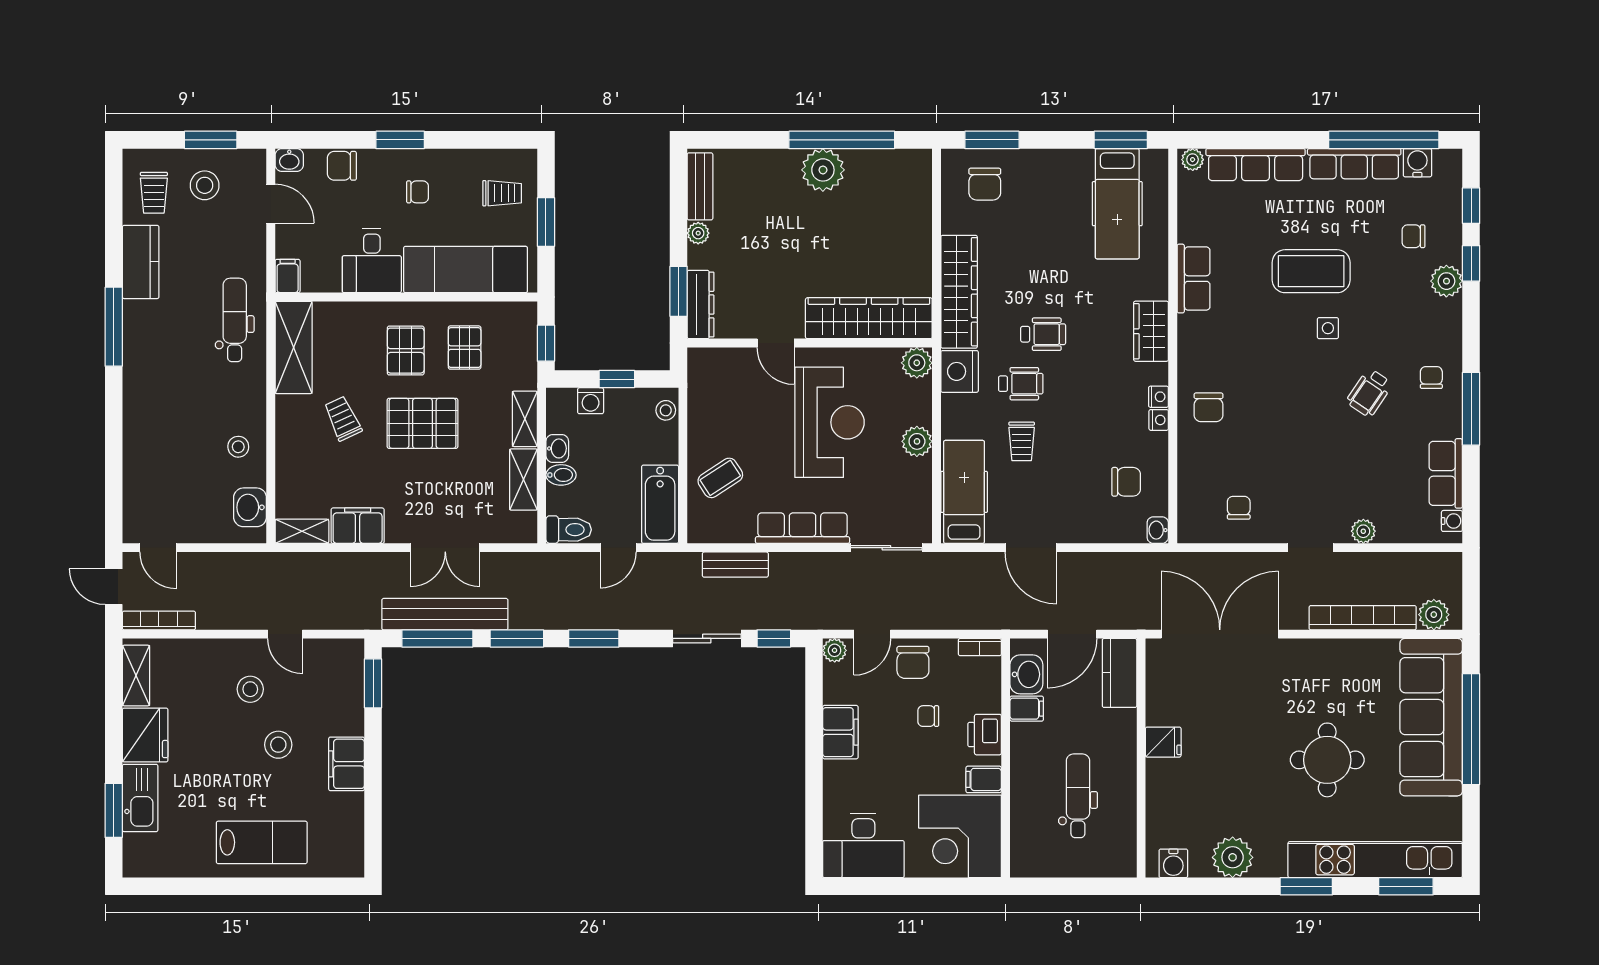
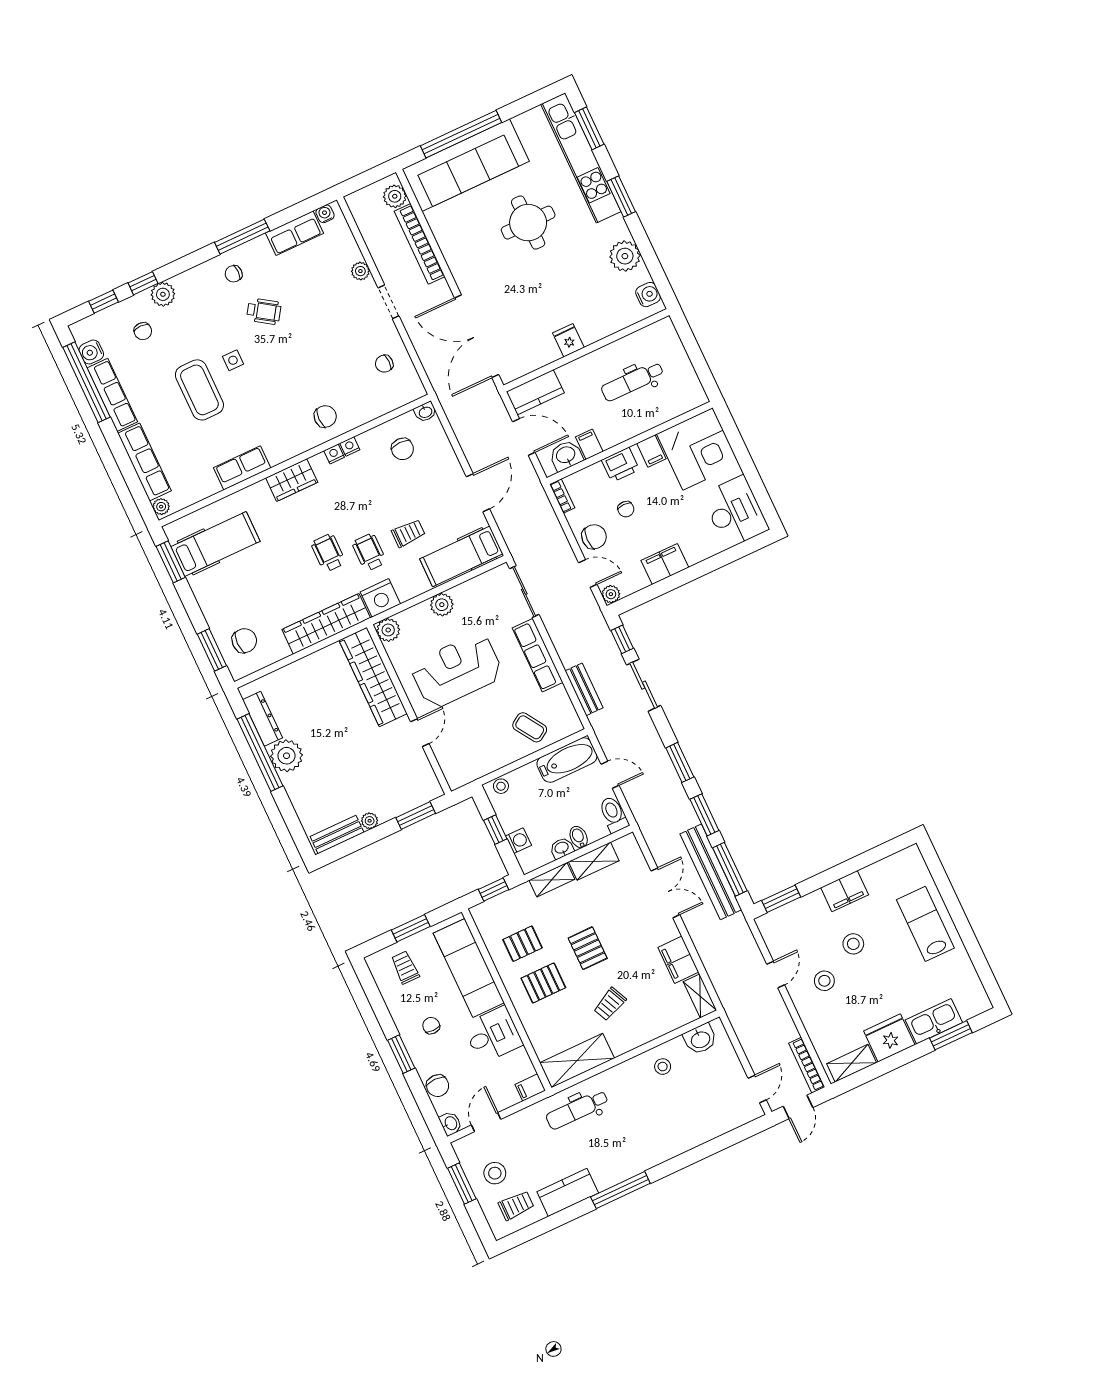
dresser: (701, 305) -> (262, 719), moved, turned 90
pallet: (422, 423) -> (588, 948), width x0.67, depth x0.71
chair: (1126, 482) -> (402, 449), turned 180

